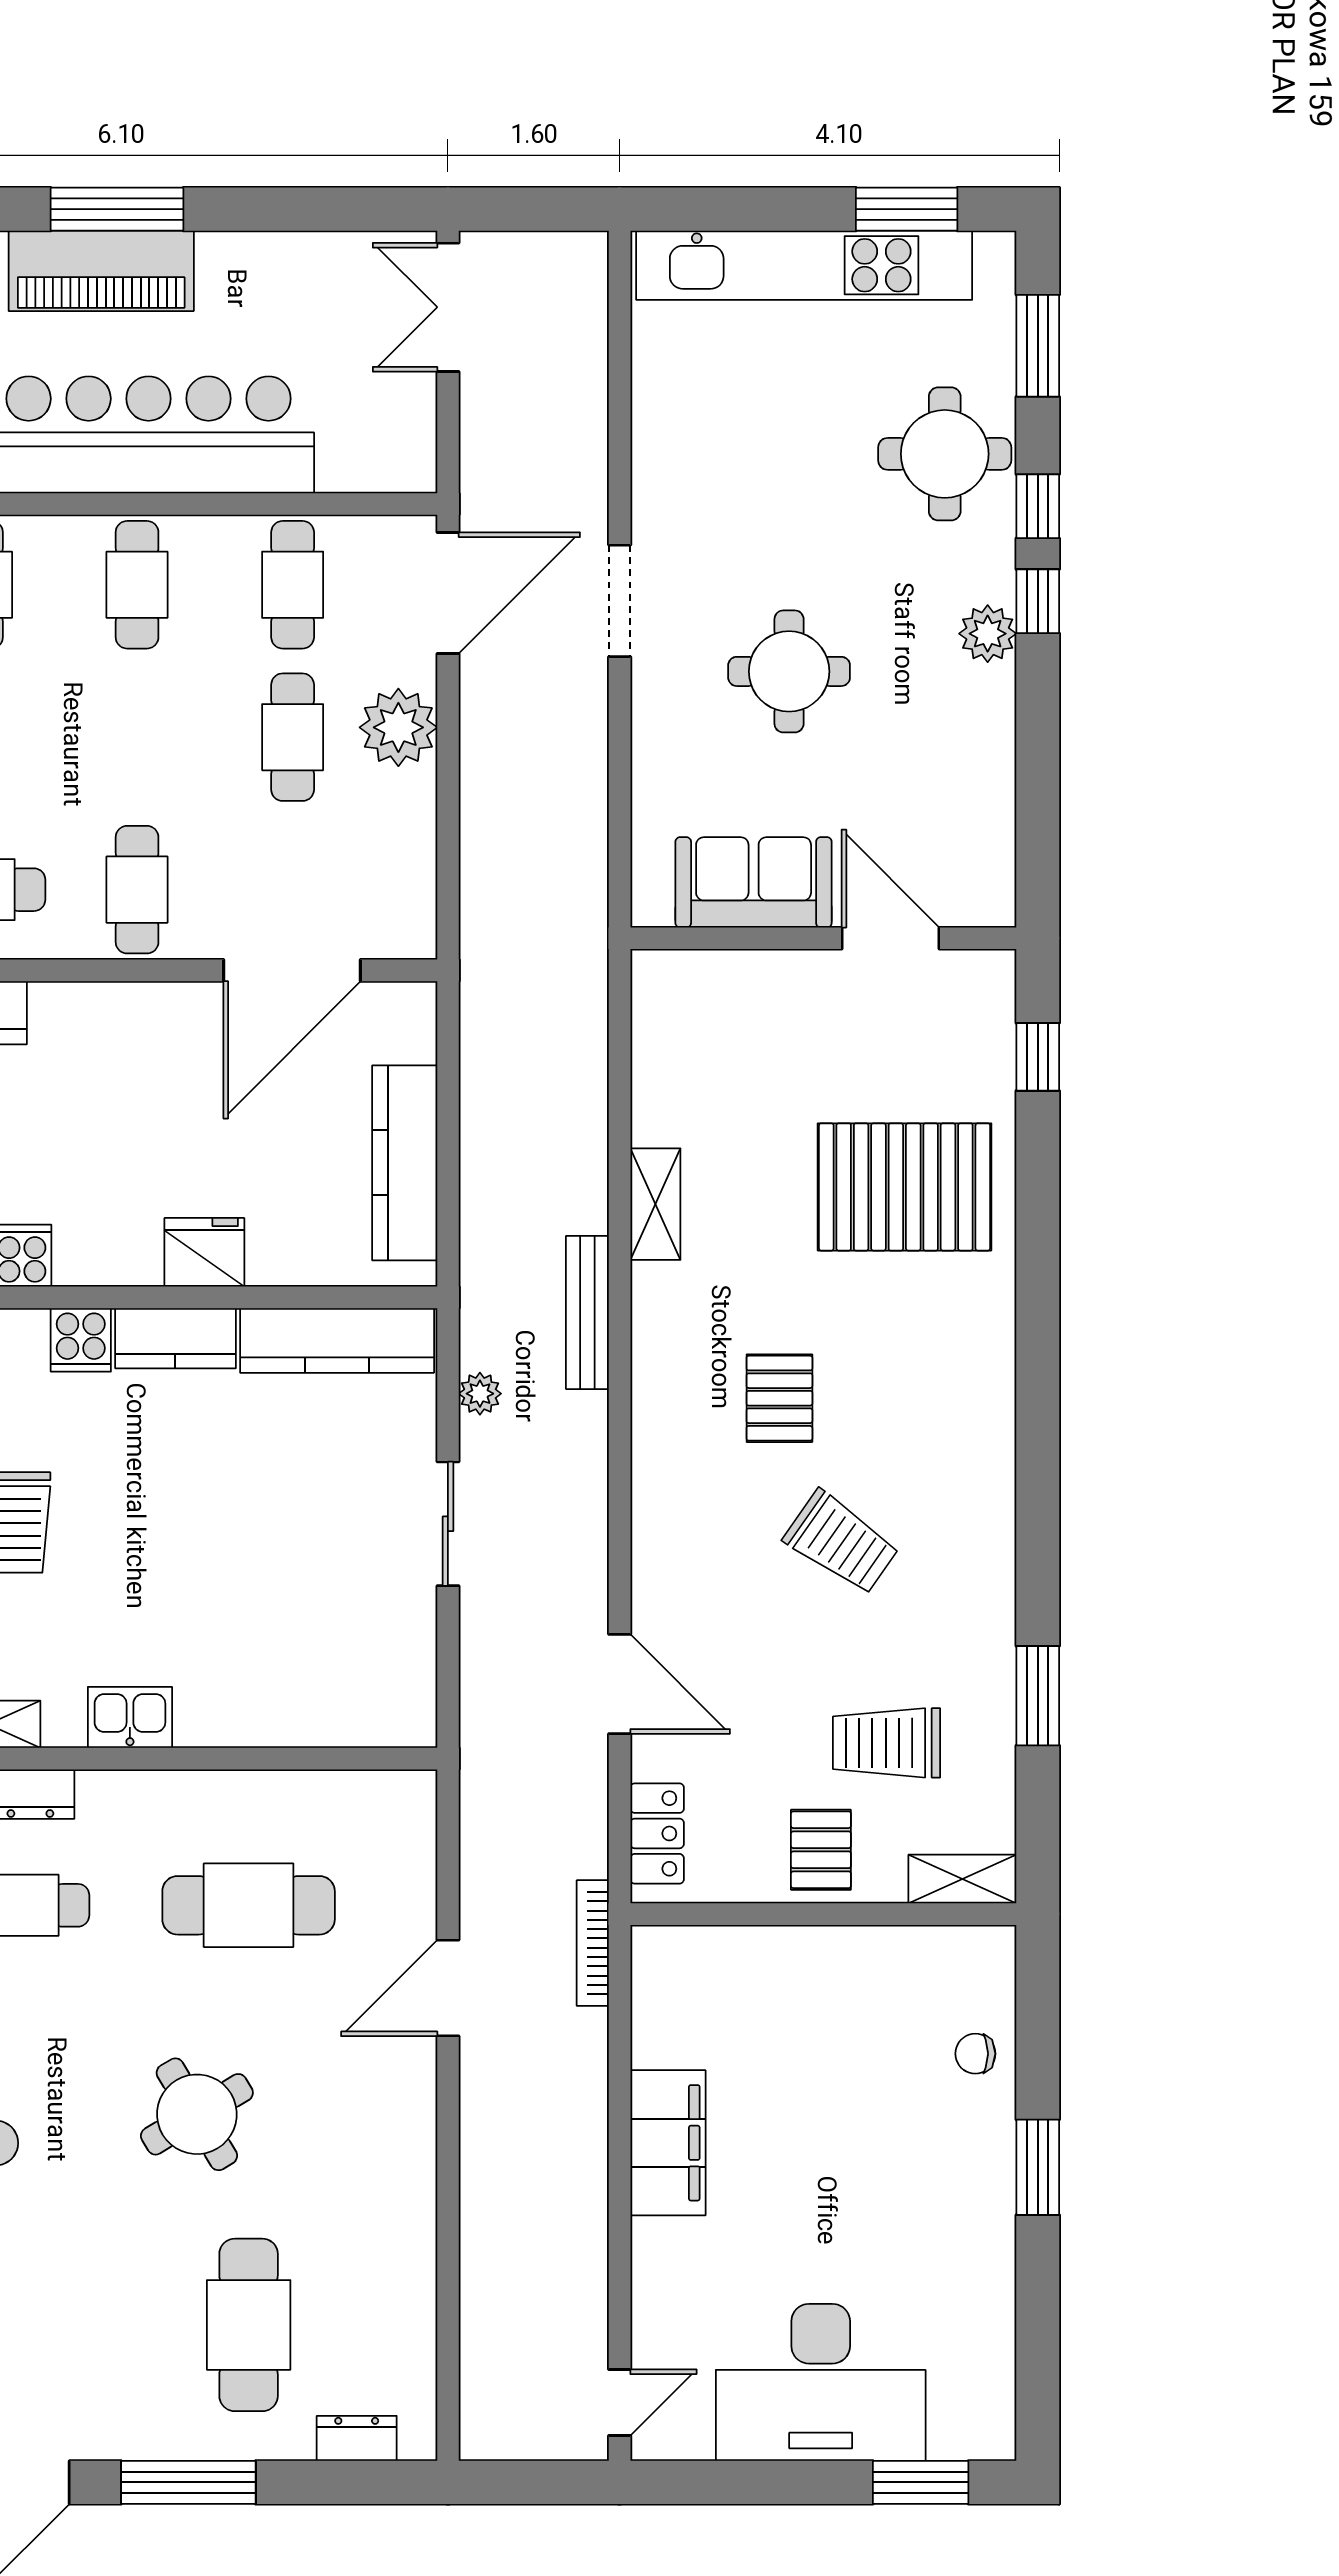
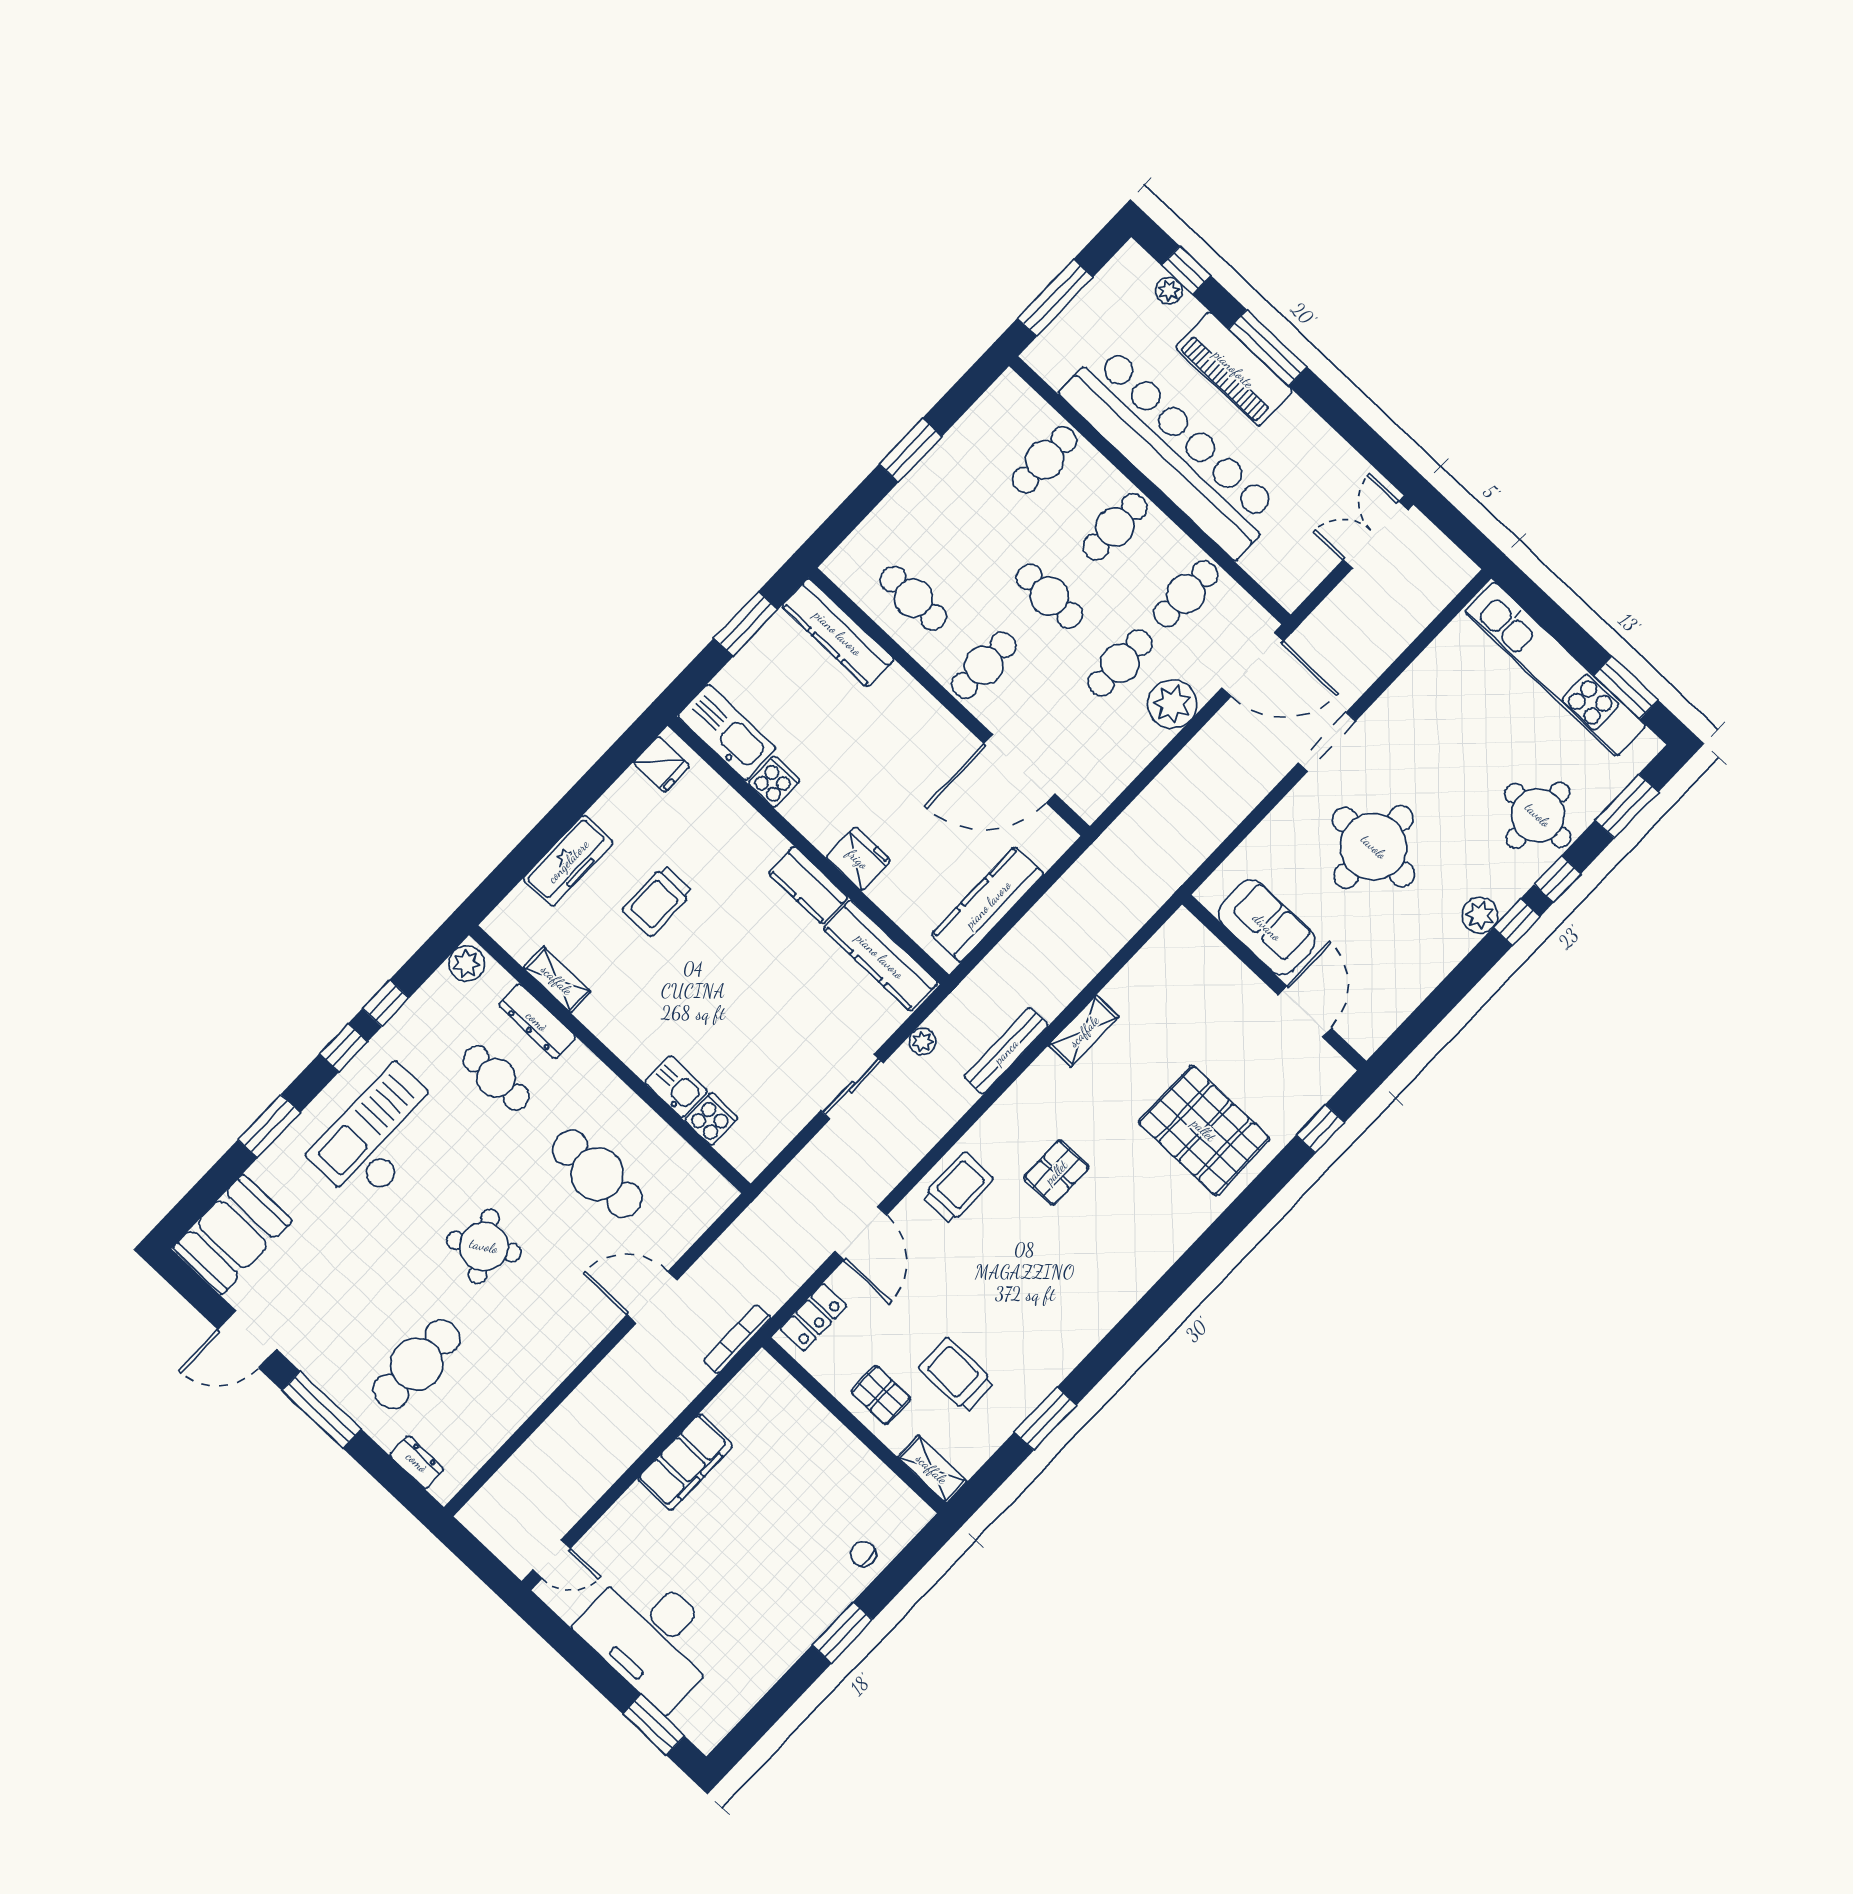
round table: (789, 671) -> (1374, 847), width x1.36, depth x1.36
cafe table: (137, 737) -> (1049, 596), added
cooker: (81, 1340) -> (711, 1119), moved, turned 180
trolley: (841, 1543) -> (958, 1188), moved, turned -125
kitchen sink: (130, 1717) -> (676, 1087), moved
pallet: (821, 1850) -> (881, 1395), turned 90

